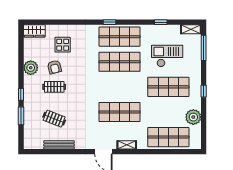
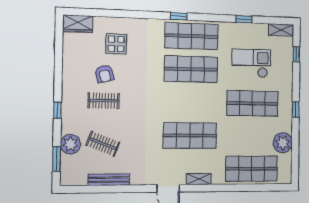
window: (204, 48) -> (296, 54), width x0.46
plant: (31, 68) -> (70, 144), moved
window: (21, 116) -> (57, 159), moved

